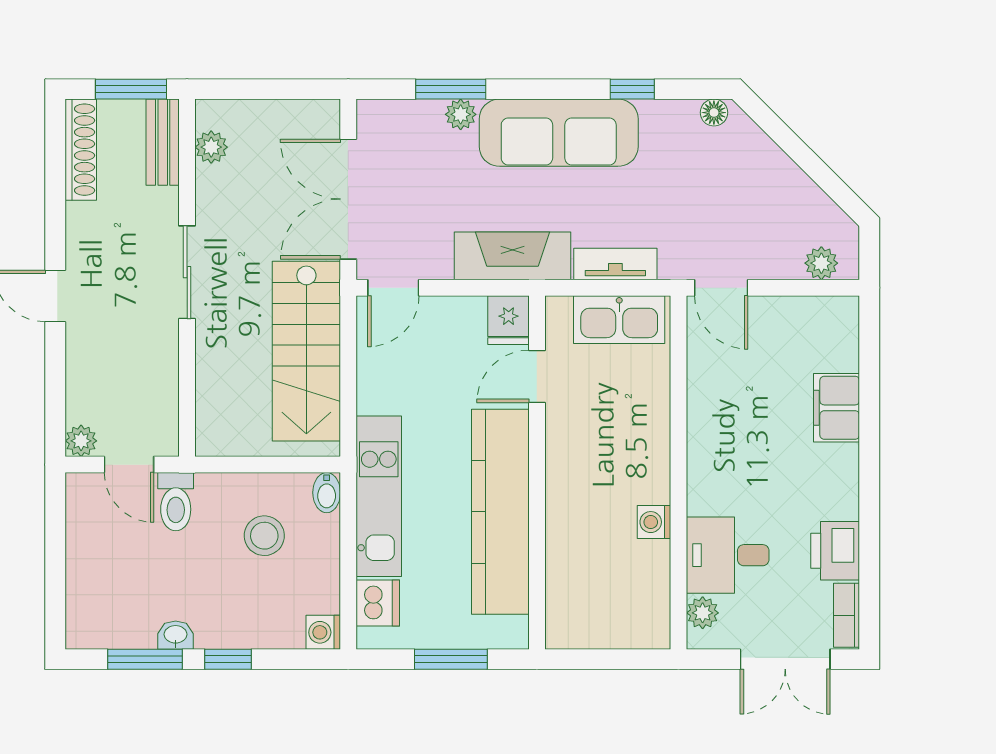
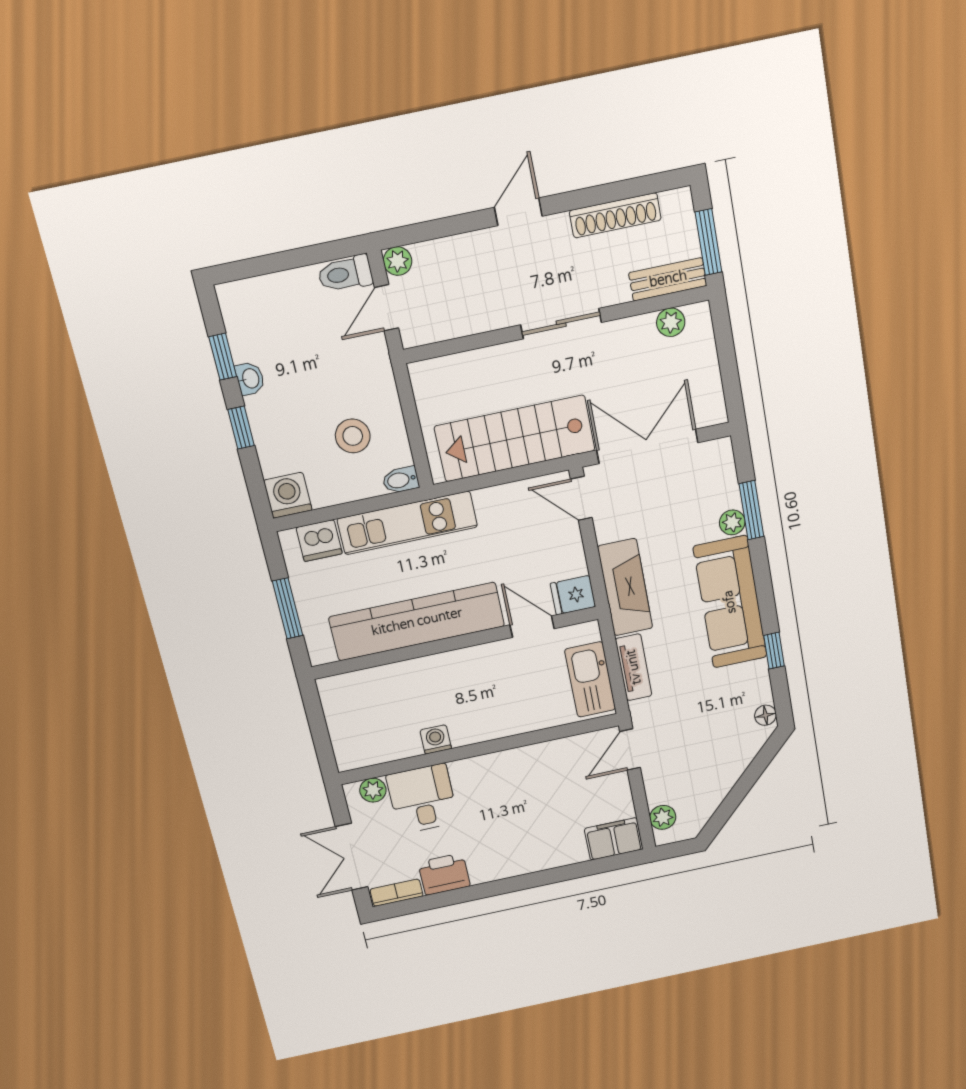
shoe rack: (81, 150) -> (615, 215), moved
filing cabinet: (836, 408) -> (614, 839), moved
toilet: (176, 502) -> (345, 274), moved
washing machine: (323, 632) -> (288, 495), width x1.38, depth x1.38
window: (145, 659) -> (223, 357), width x0.67

